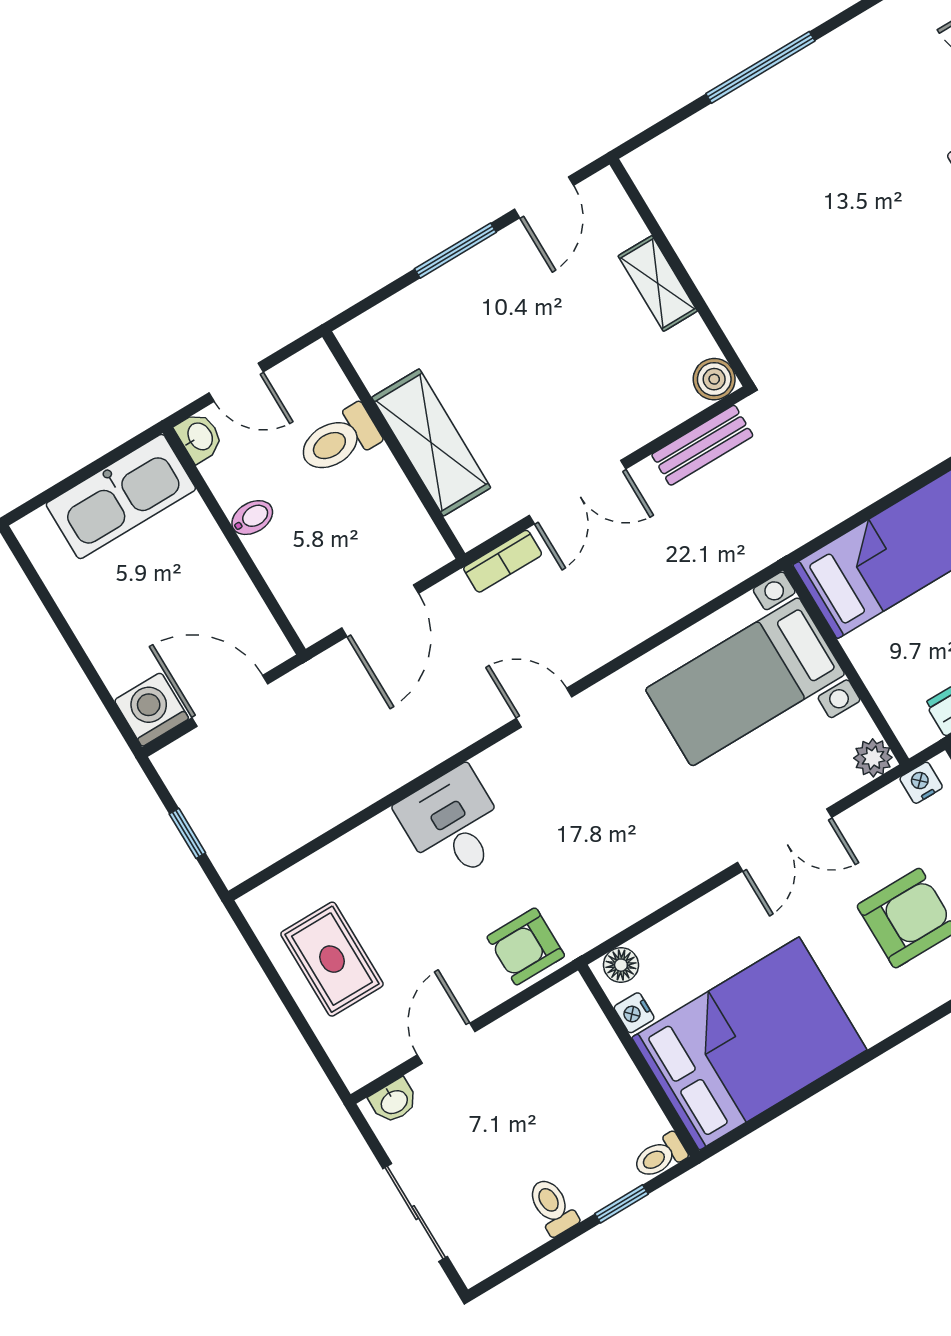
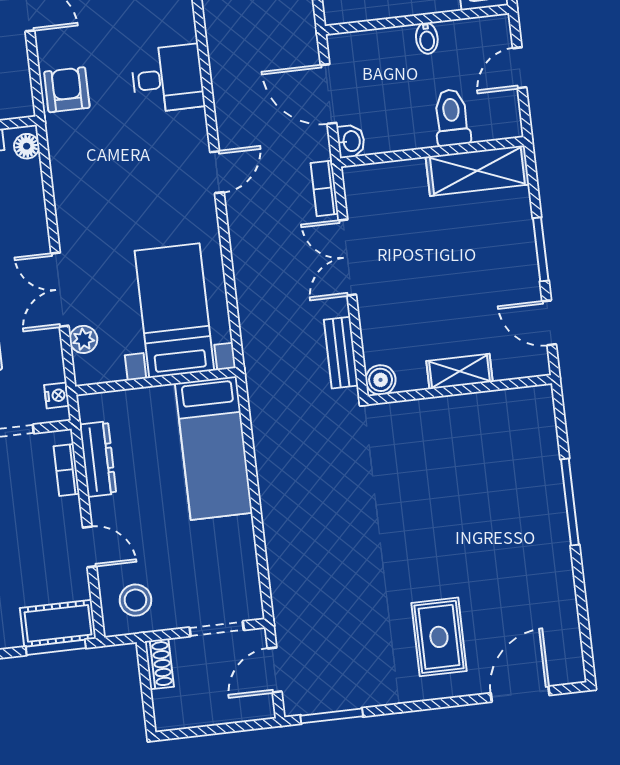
washbasin: (199, 437) -> (351, 141), moved, turned -90
shelving: (431, 442) -> (477, 171), moved
plant: (873, 758) -> (83, 339), moved

